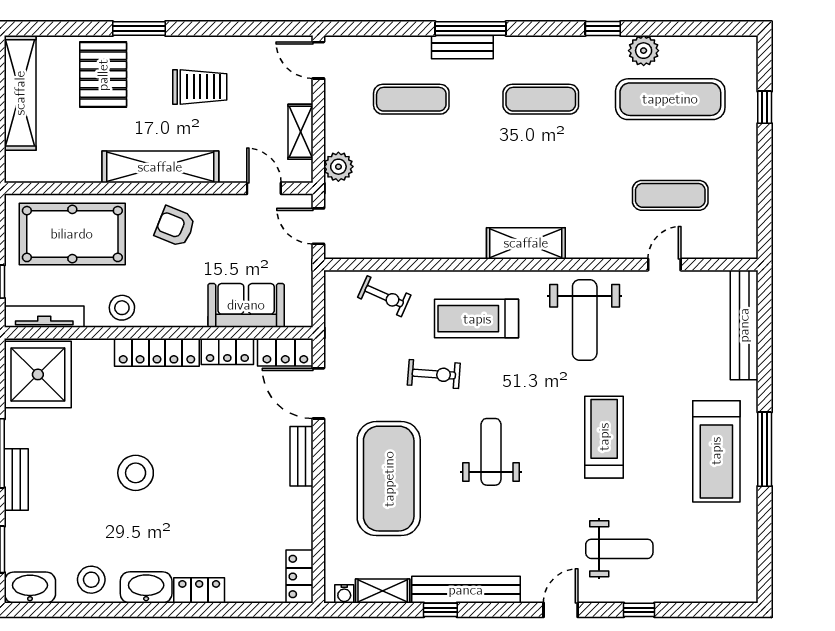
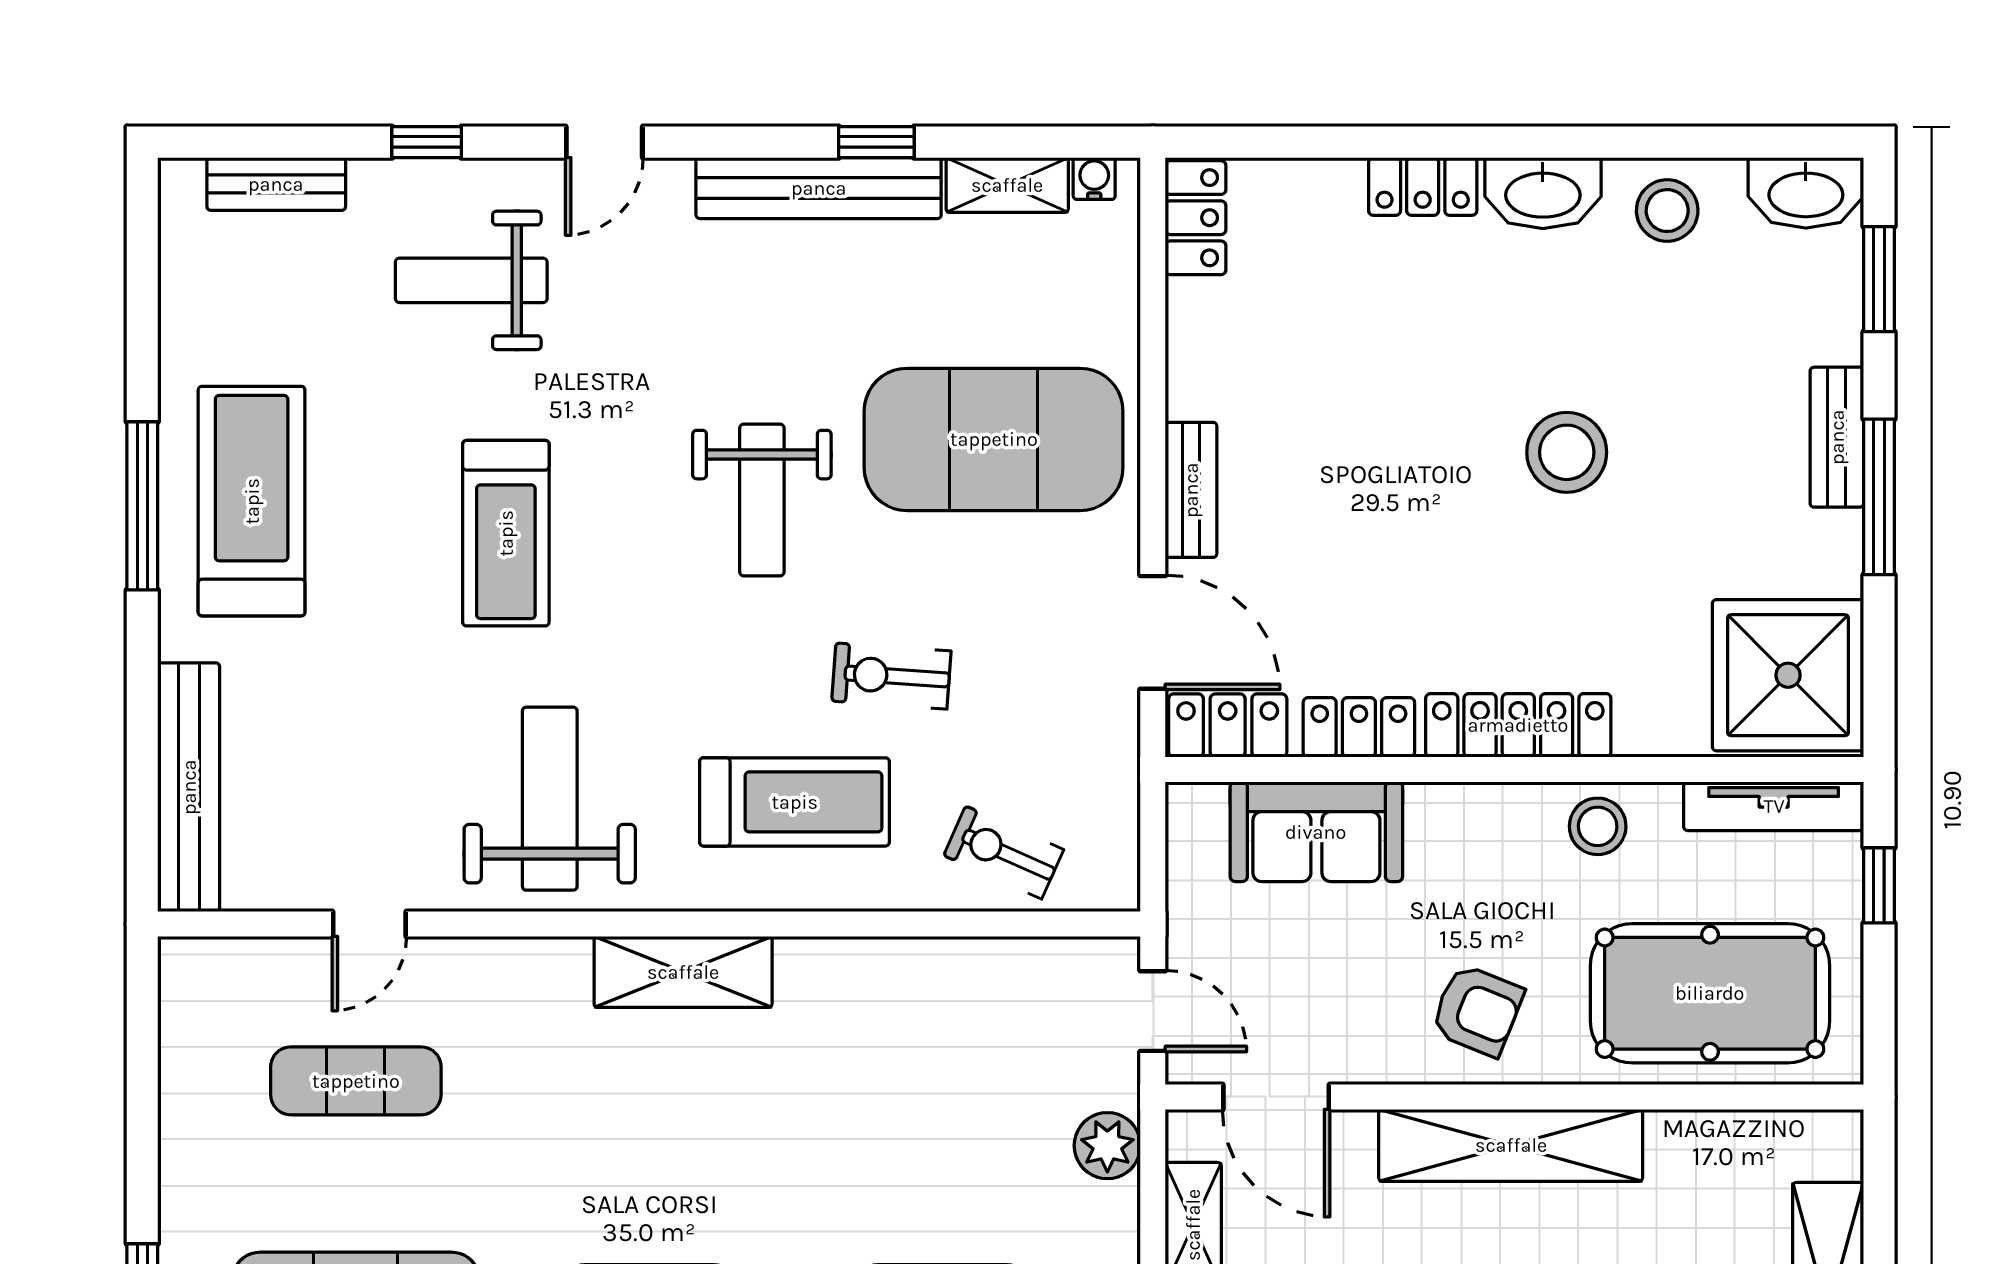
door: (264, 188) -> (1276, 1097), width x1.38
exercise mat: (389, 479) -> (994, 439), turned 90
bench: (705, 591) -> (276, 184), added

